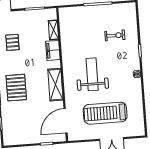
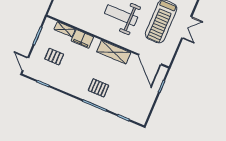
pallet: (12, 42) -> (54, 57), moved
pallet: (16, 88) -> (98, 88), width x0.67, depth x0.71

